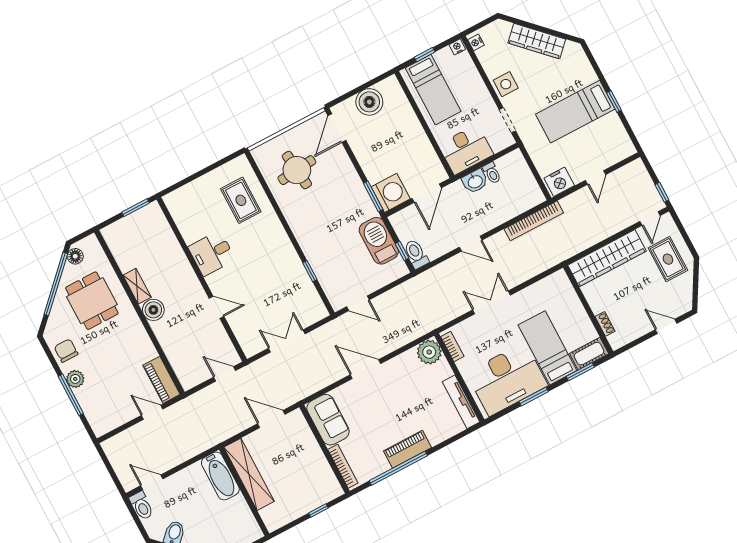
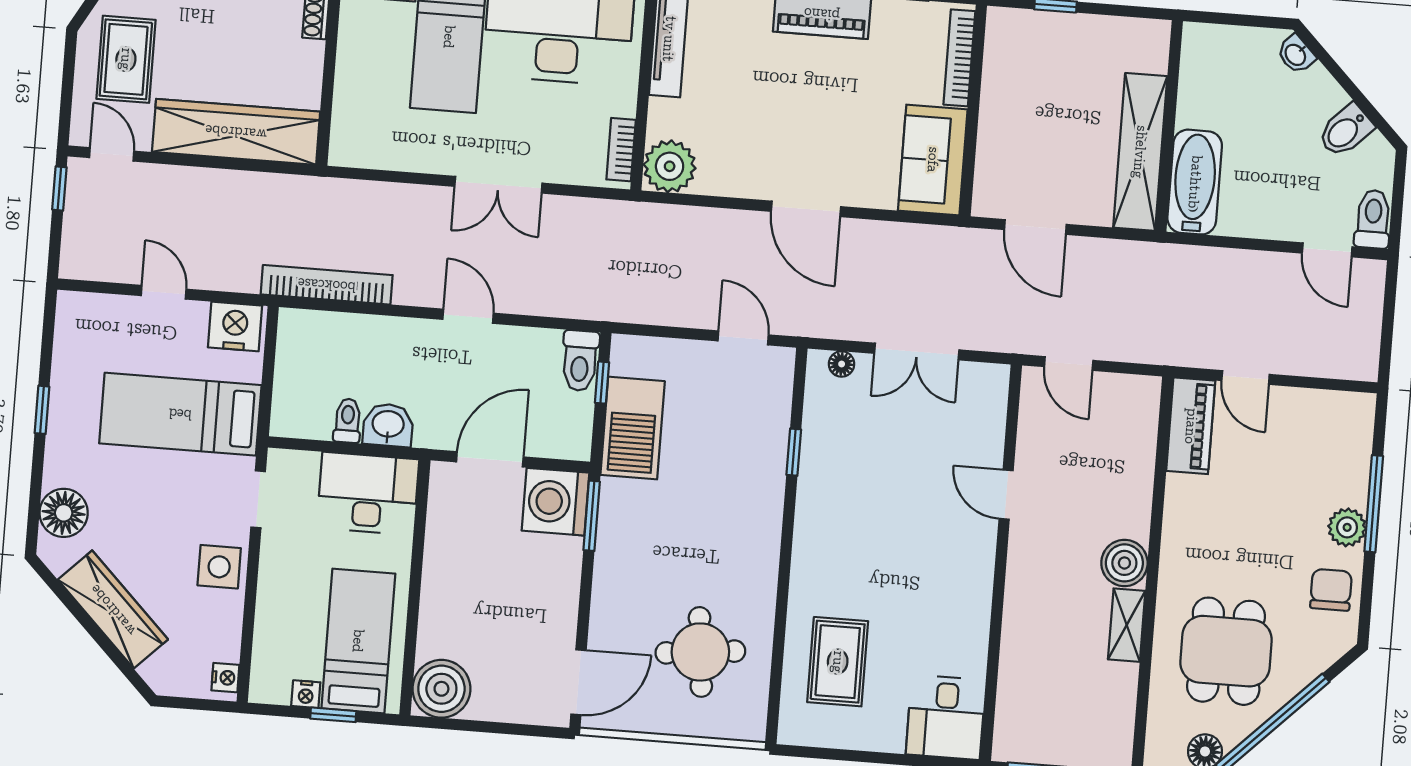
nightstand: (457, 47) -> (306, 694), moved
floor lamp: (580, 67) -> (64, 513), added
boiler: (369, 102) -> (441, 689), moved
bed: (575, 112) -> (180, 414), moved, turned 180
door: (596, 178) -> (164, 292), hinge flipped
door: (650, 218) -> (112, 154), hinge flipped
desk: (212, 253) -> (946, 717), moved, turned 90
floor lamp: (313, 317) -> (842, 364), added
chair: (66, 351) -> (1331, 590), turned 180

